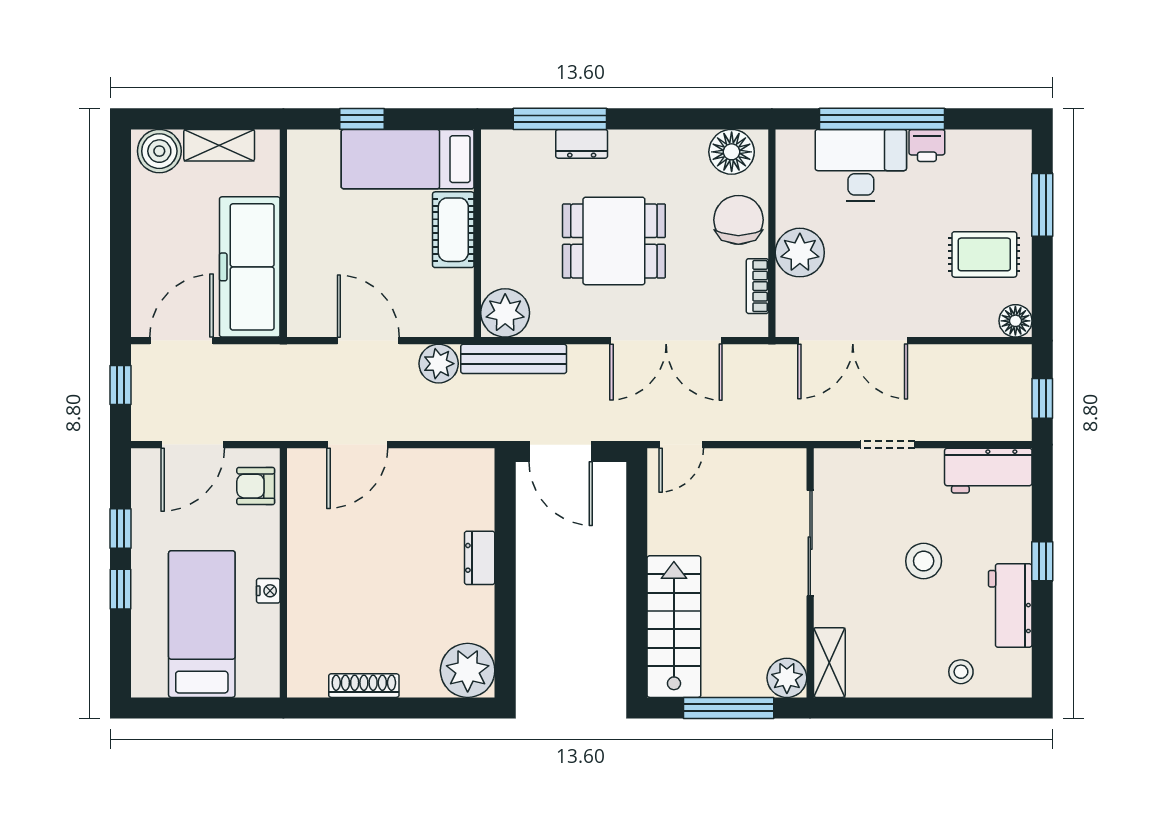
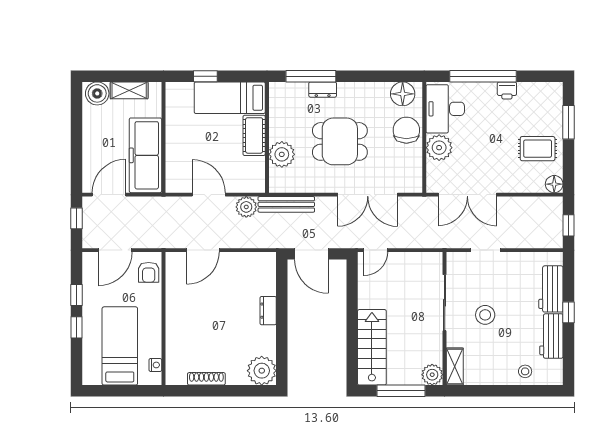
desk: (861, 165) -> (445, 109), moved, turned -90
bookcase: (757, 286) -> (416, 166), removed
plant: (505, 313) -> (282, 154), moved
workbench: (988, 471) -> (551, 289), moved, turned 90
armchair: (256, 486) -> (149, 272), turned -90
stool: (924, 561) -> (485, 315), moved
nightstand: (268, 591) -> (155, 365), moved

